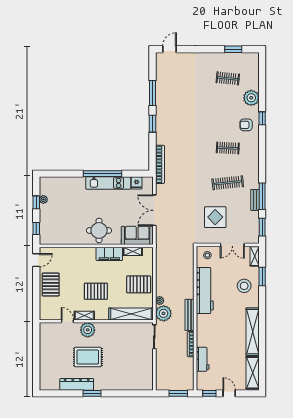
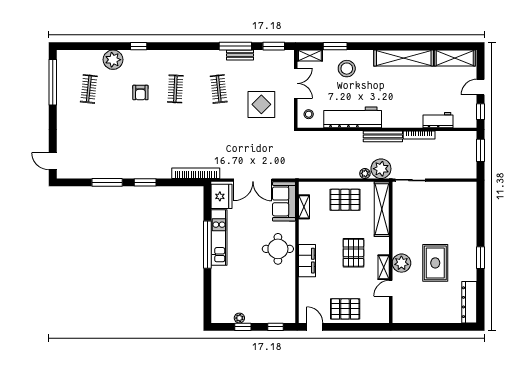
window: (233, 49) -> (53, 82), width x2.11
armchair: (246, 125) -> (140, 93), moved
fridge: (137, 183) -> (221, 196), width x1.88, depth x1.34
clothes rail: (228, 183) -> (219, 89), width x0.73
filing cabinet: (109, 254) -> (307, 261), moved
pallet: (139, 284) -> (345, 200), turned 90
dresser: (77, 384) -> (469, 302), moved

